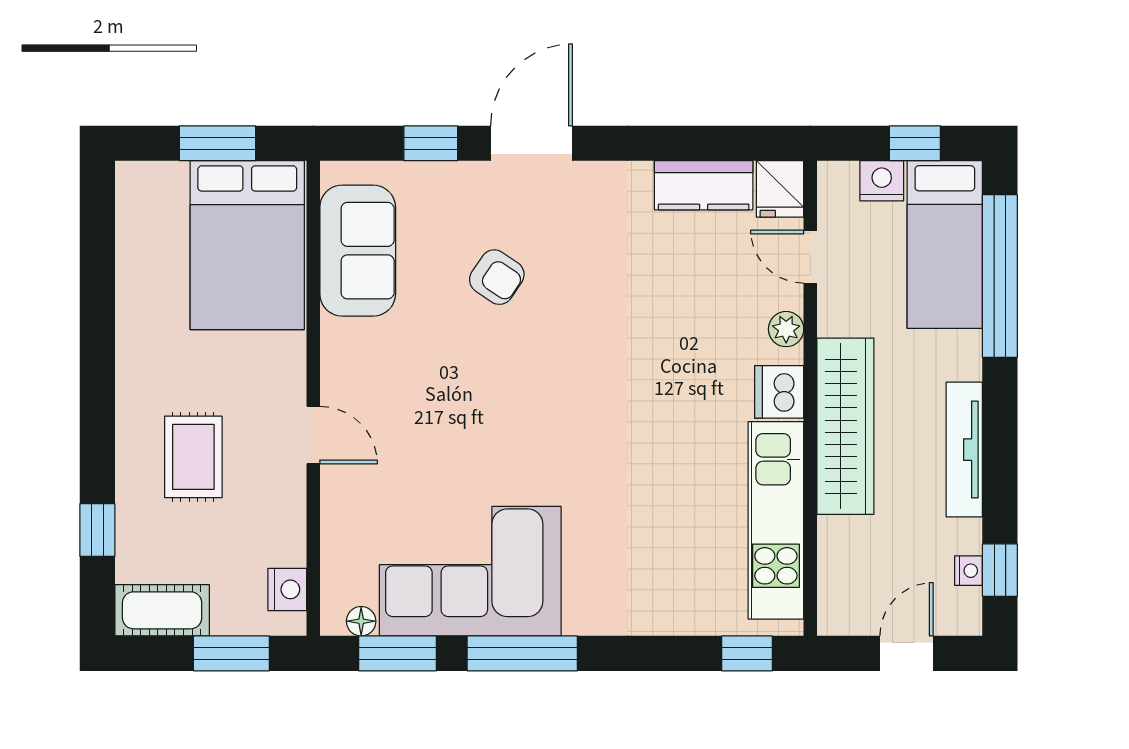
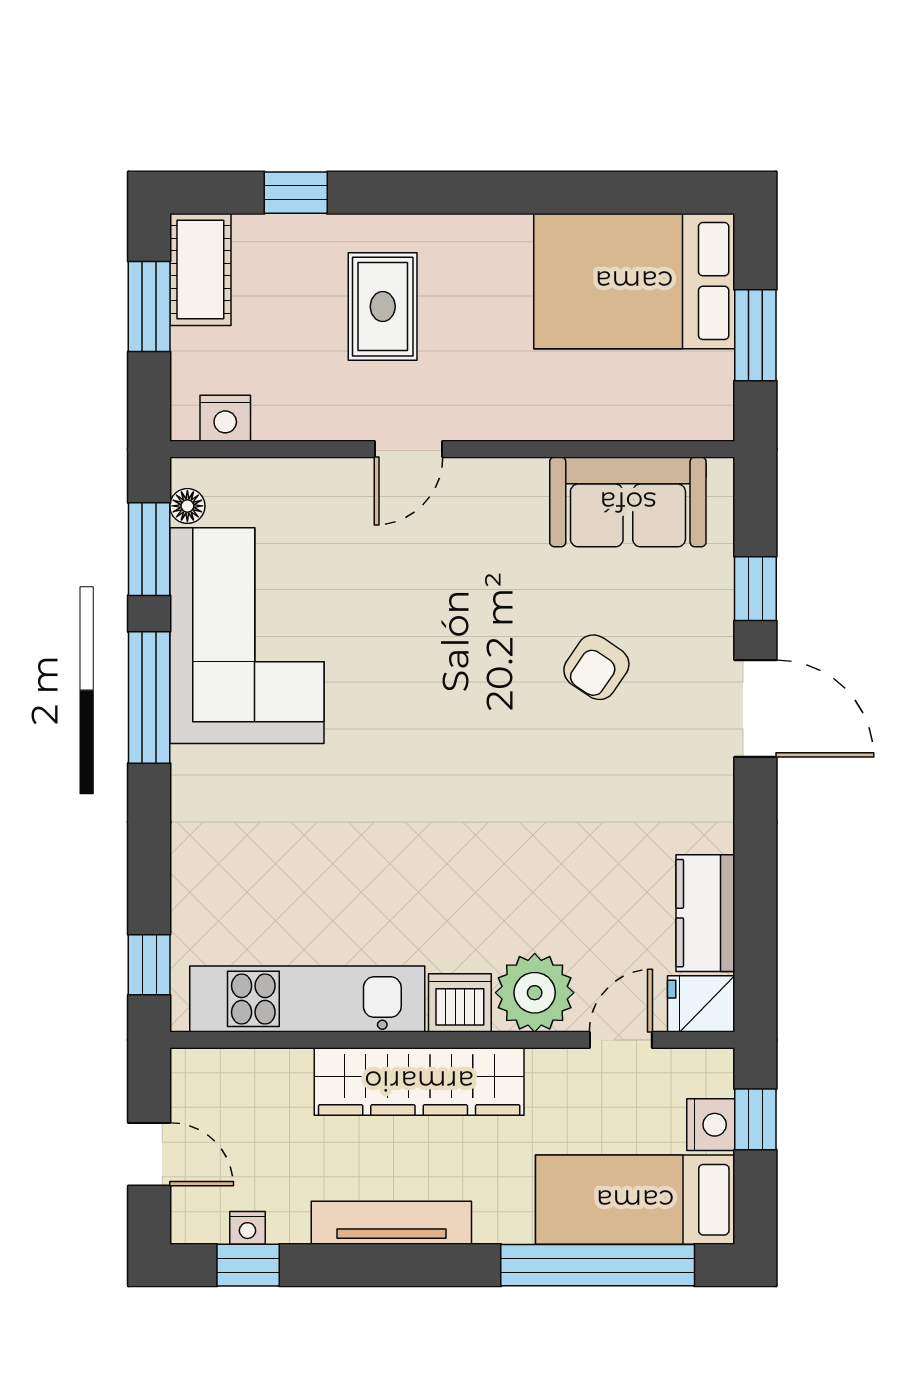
window: (915, 143) -> (755, 1119), moved
bed: (247, 245) -> (634, 281), moved
plant: (786, 329) -> (535, 993), width x1.87, depth x1.87
rug: (193, 457) -> (383, 307), turned 90
window: (231, 653) -> (149, 307), moved

